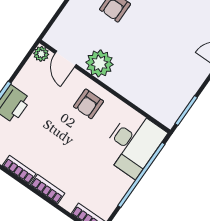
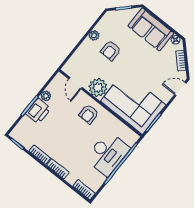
plant: (41, 54) -> (46, 96), moved
corner sofa: (154, 83) -> (133, 103), added
desk: (133, 144) -> (108, 154), moved

